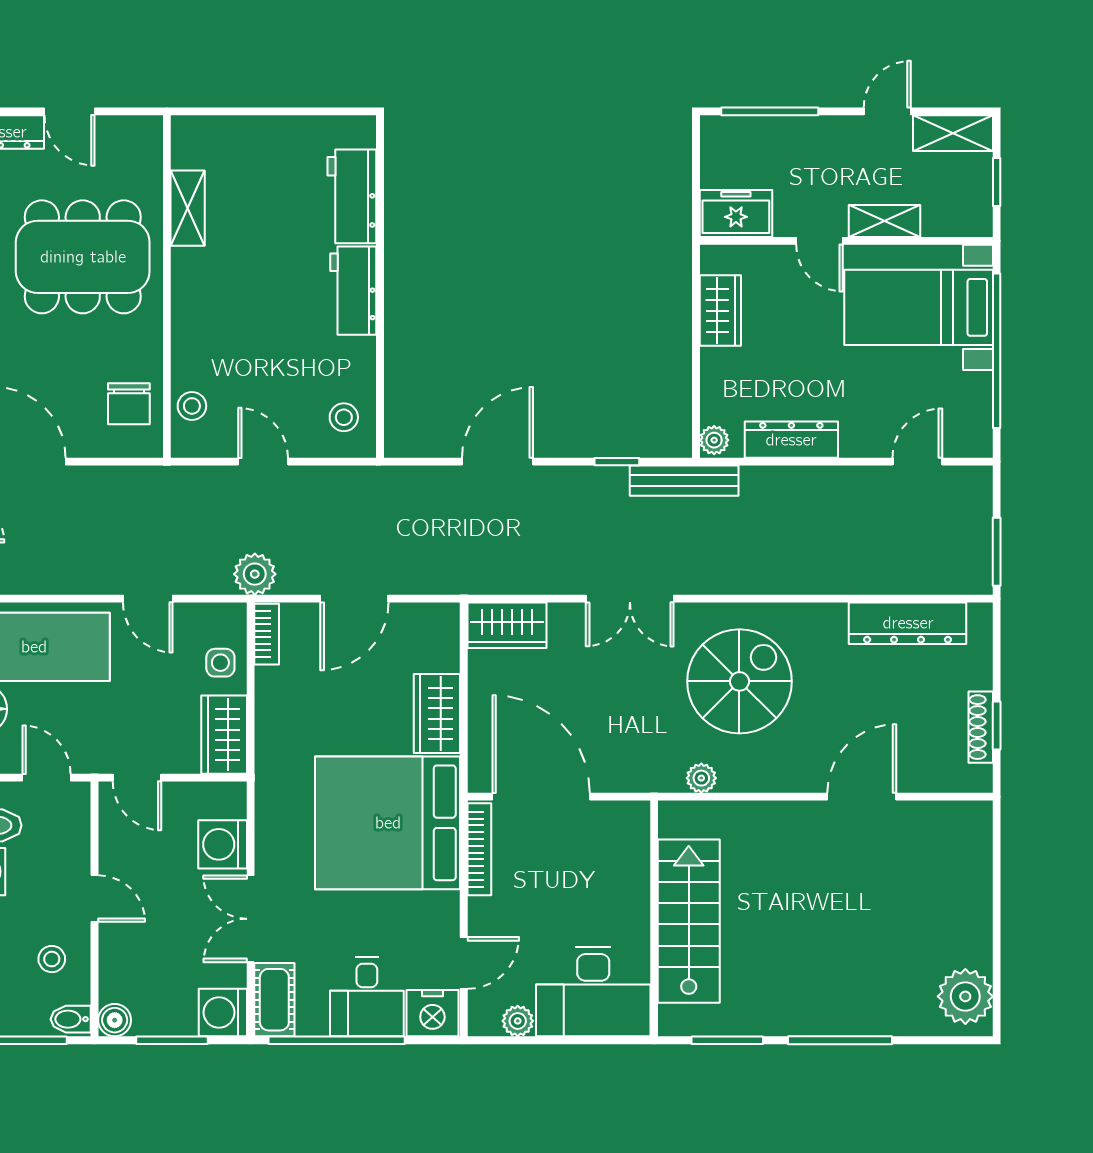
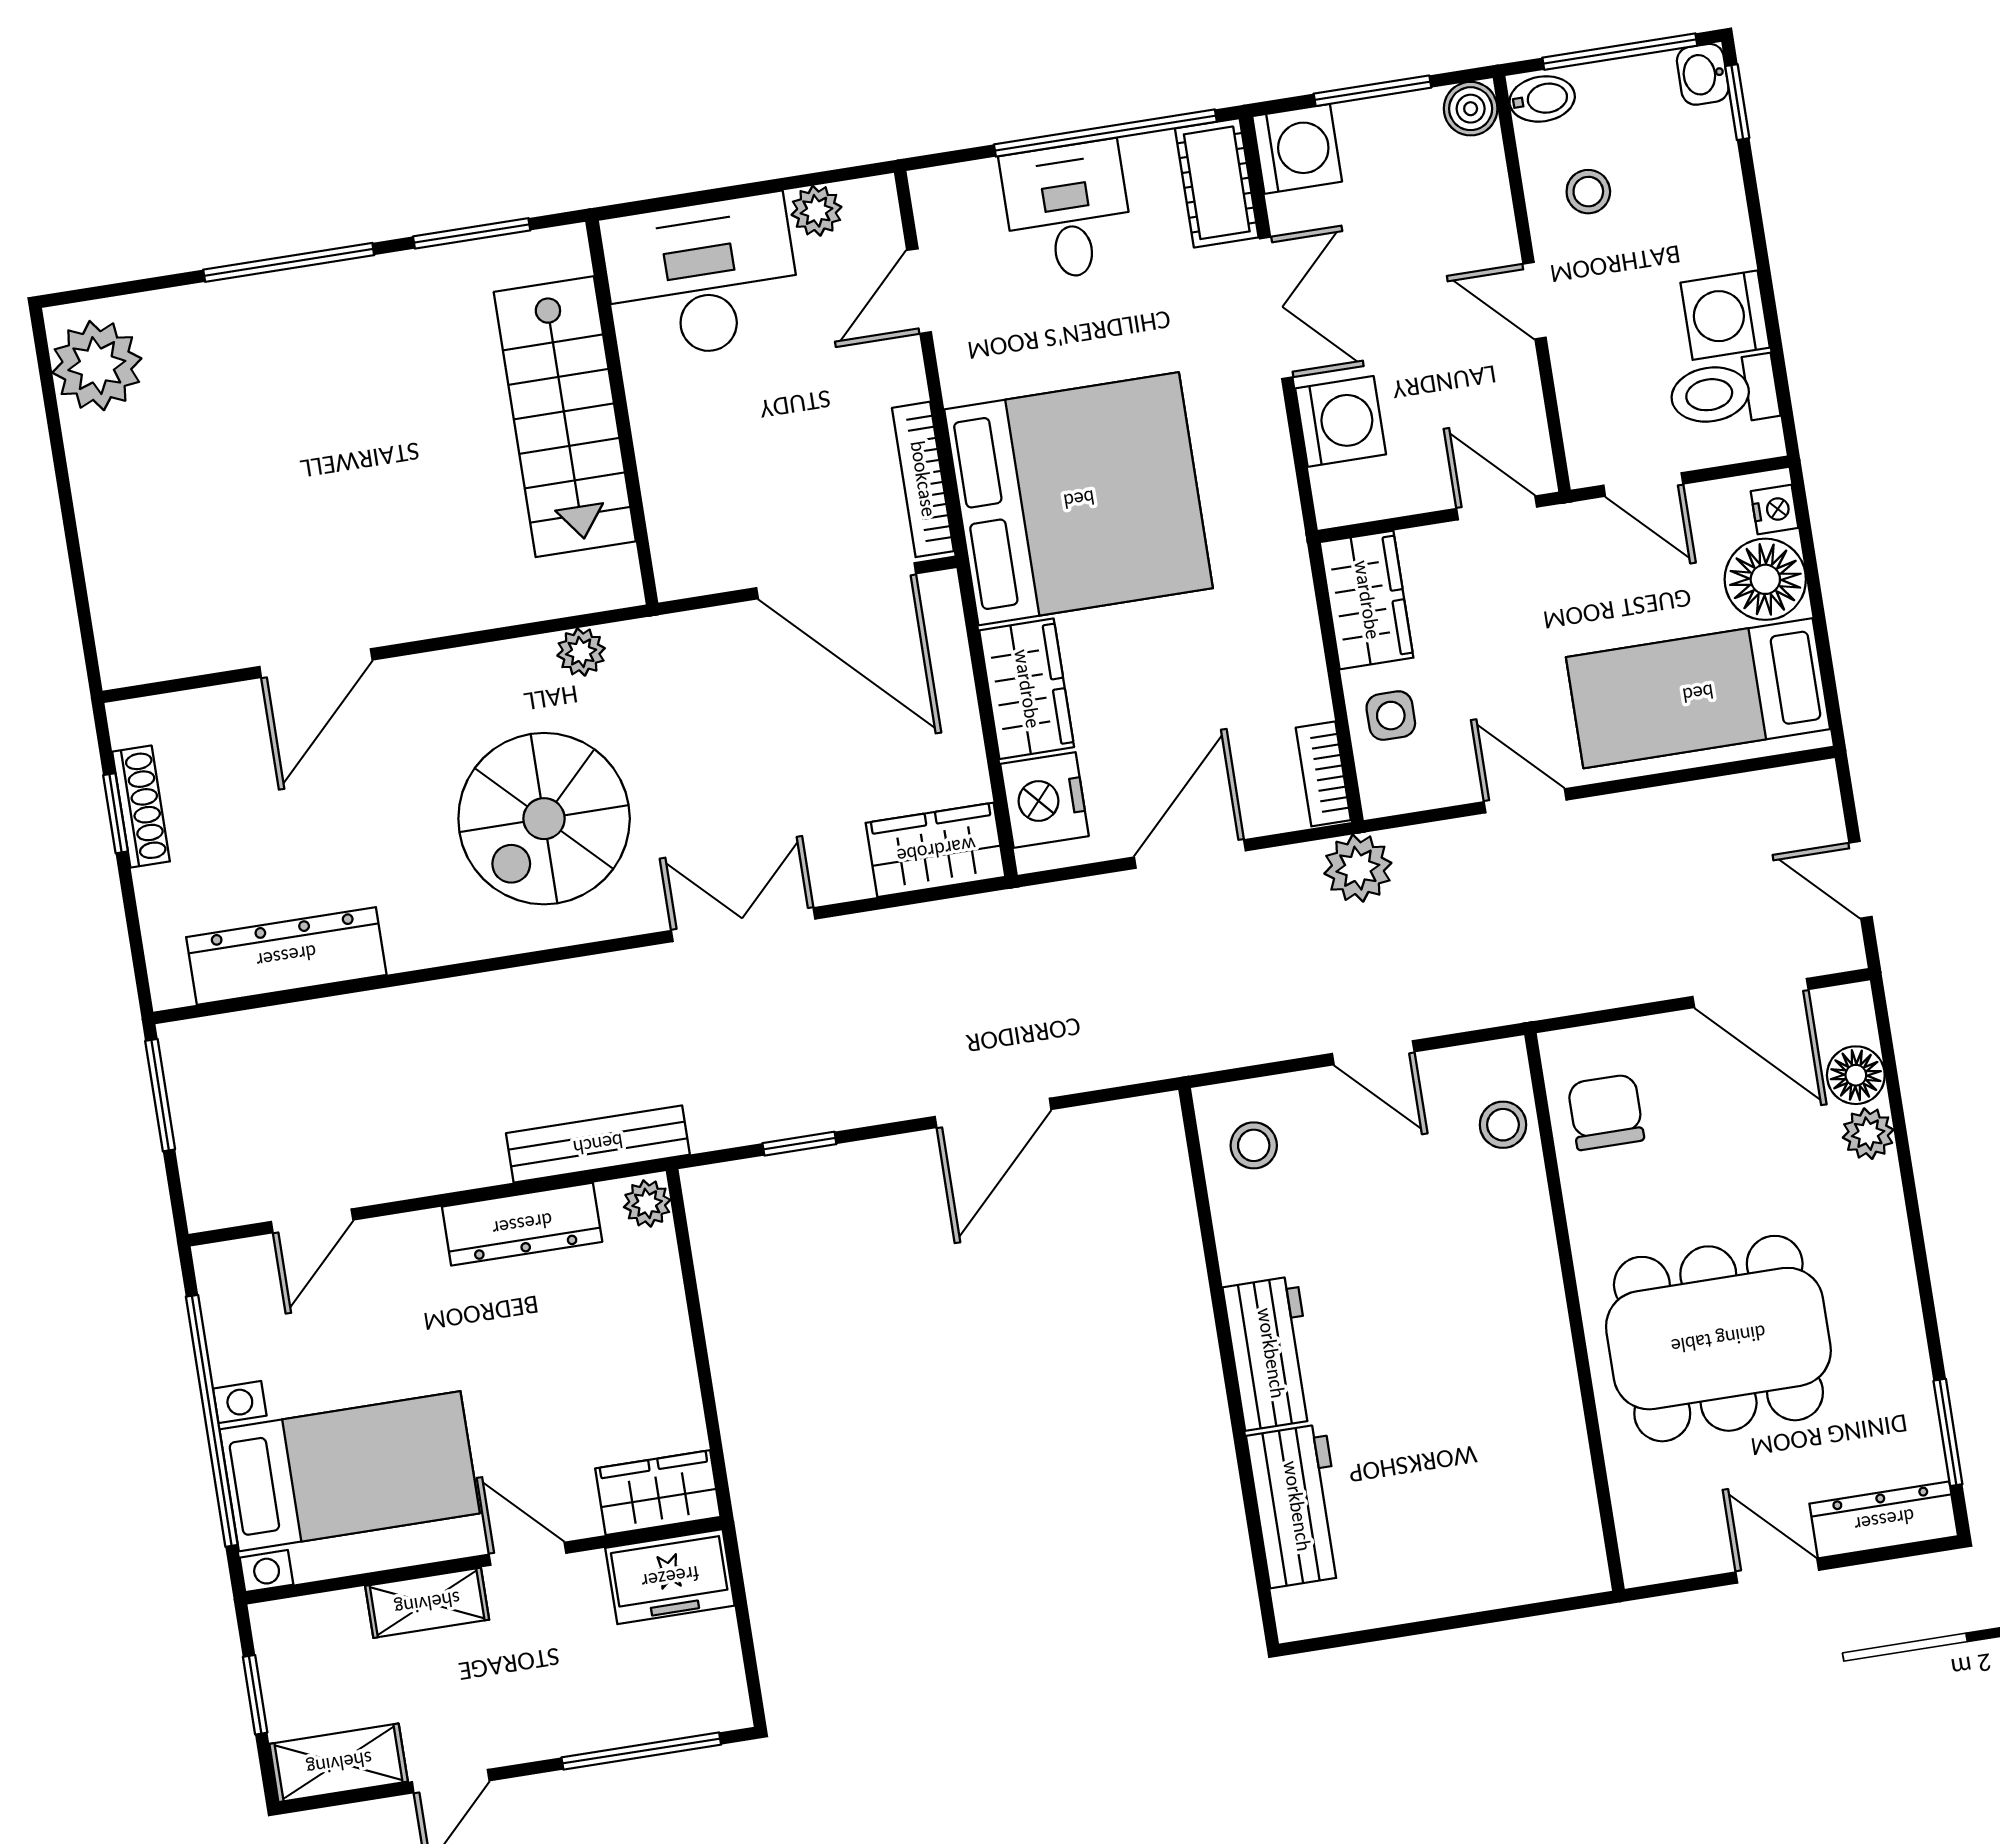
shelving: (188, 208) -> (1561, 1444), removed
wardrobe: (720, 311) -> (658, 1493), moved, turned 90
bench: (684, 481) -> (598, 1144), moved
nightstand: (432, 1013) -> (1045, 800), moved, turned -90

